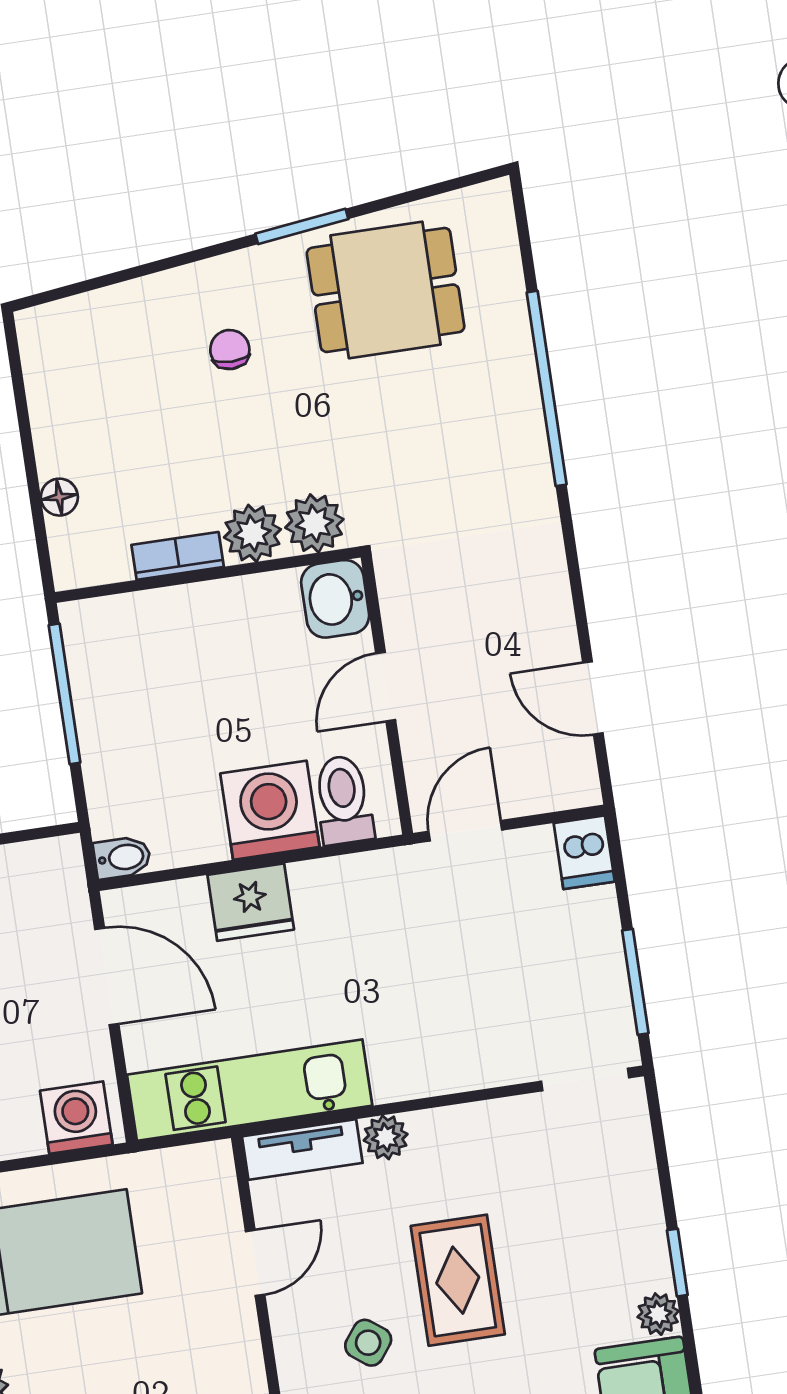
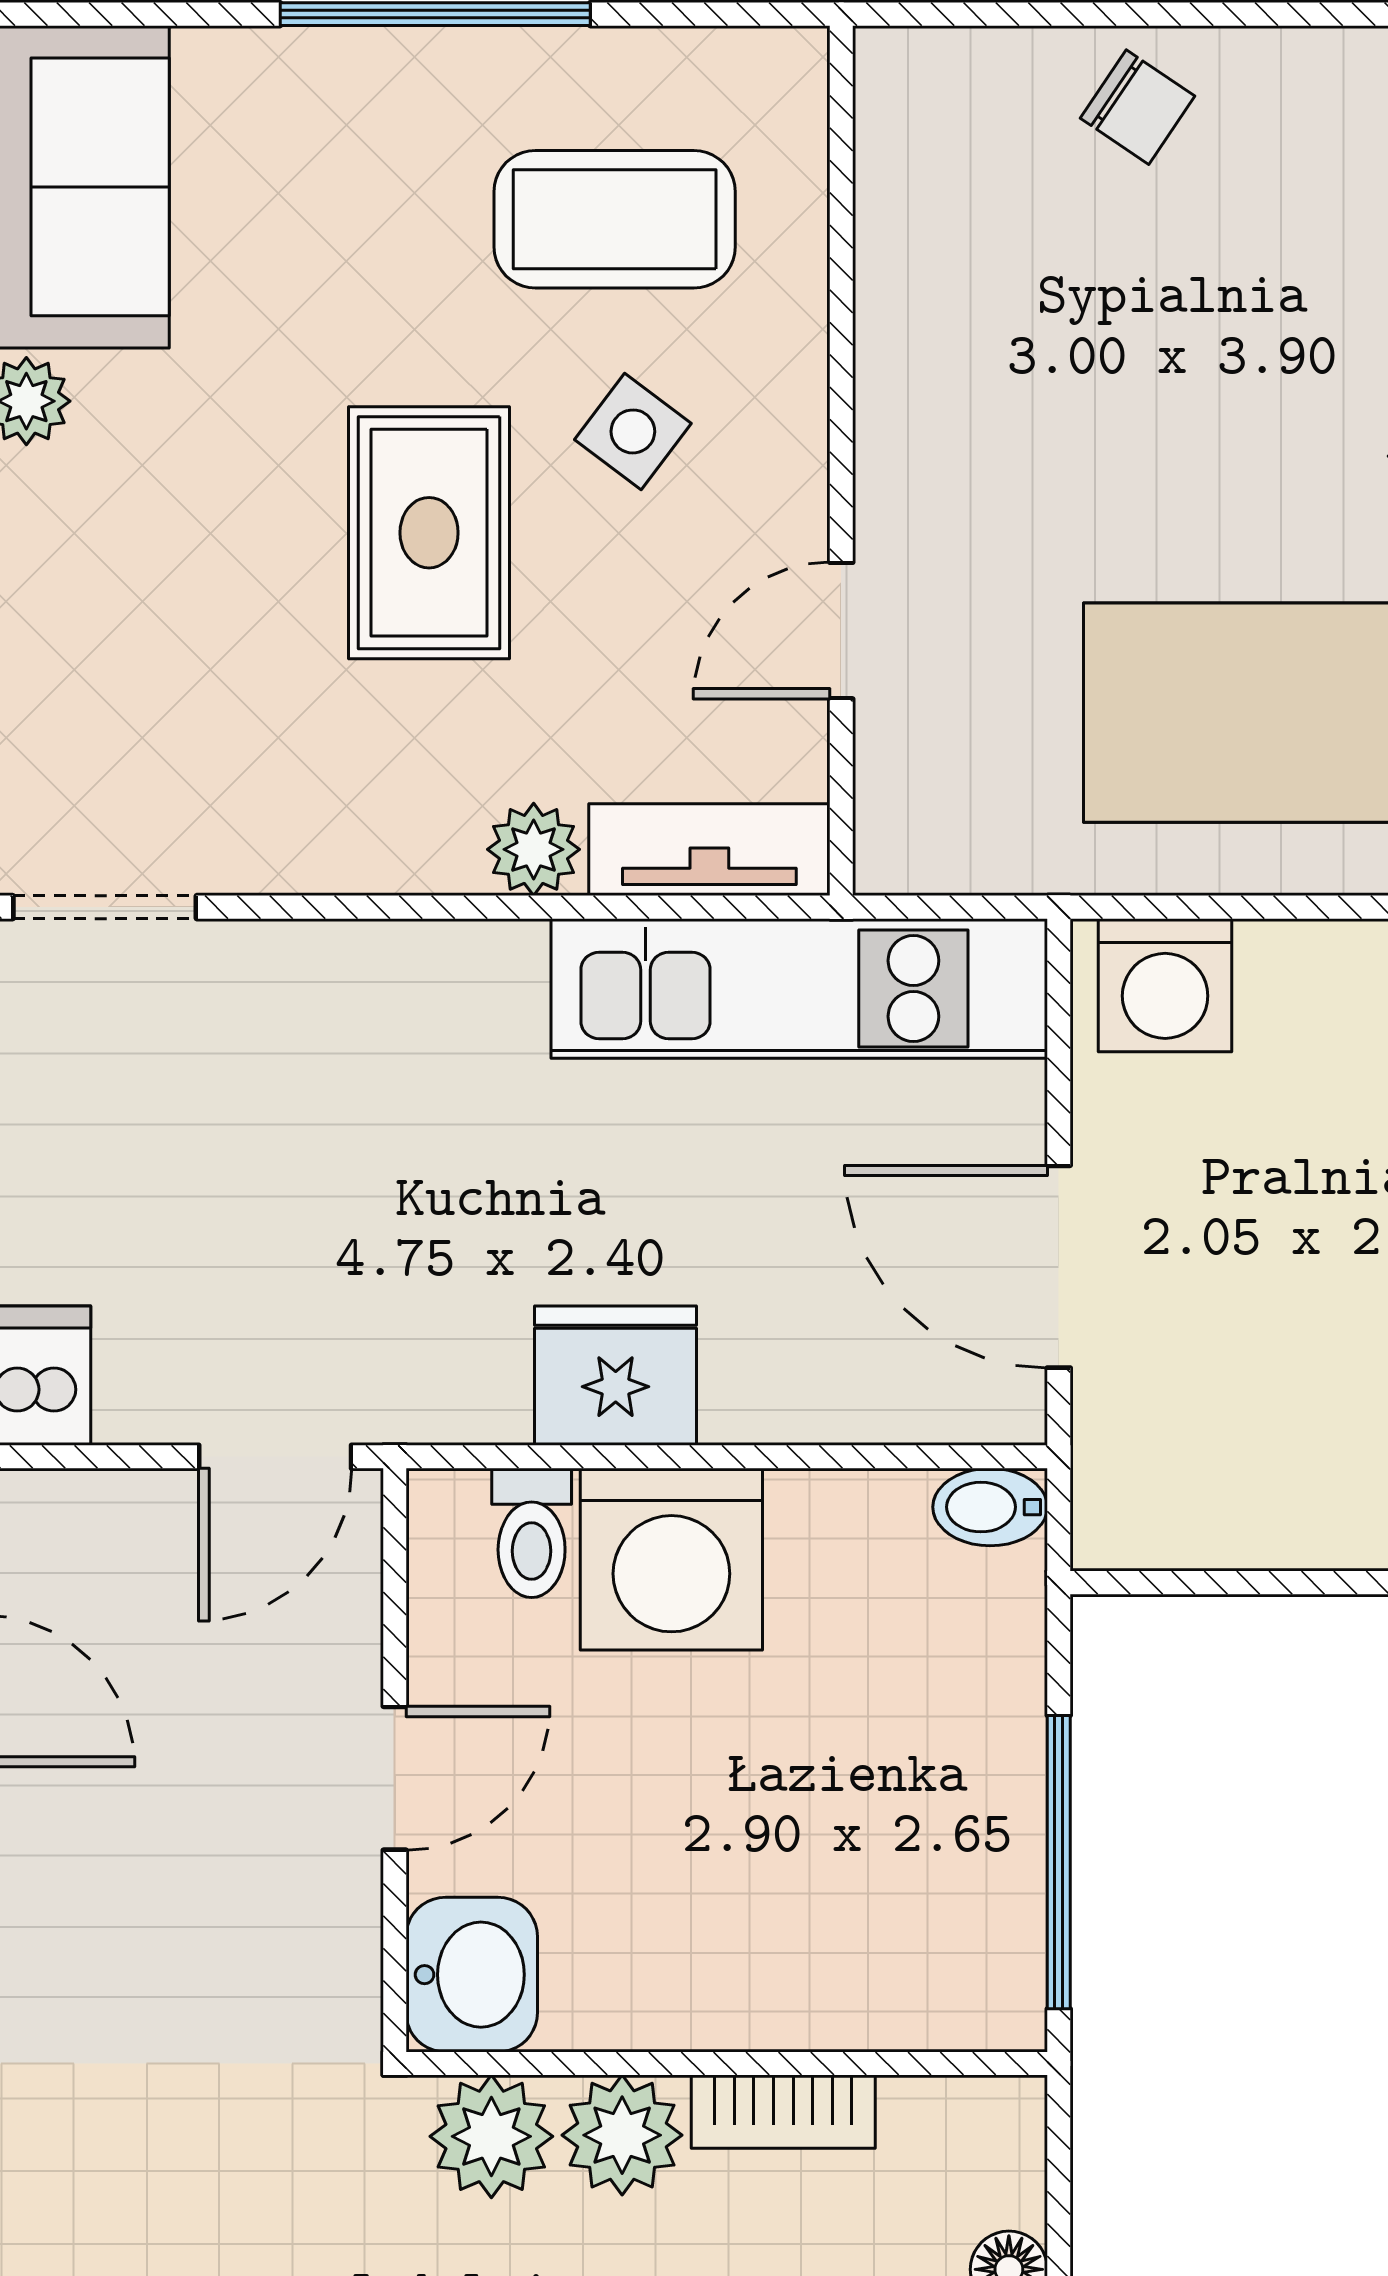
toilet: (343, 800) -> (532, 1533), width x0.73, depth x0.72
fridge: (251, 902) -> (616, 1376), moved

